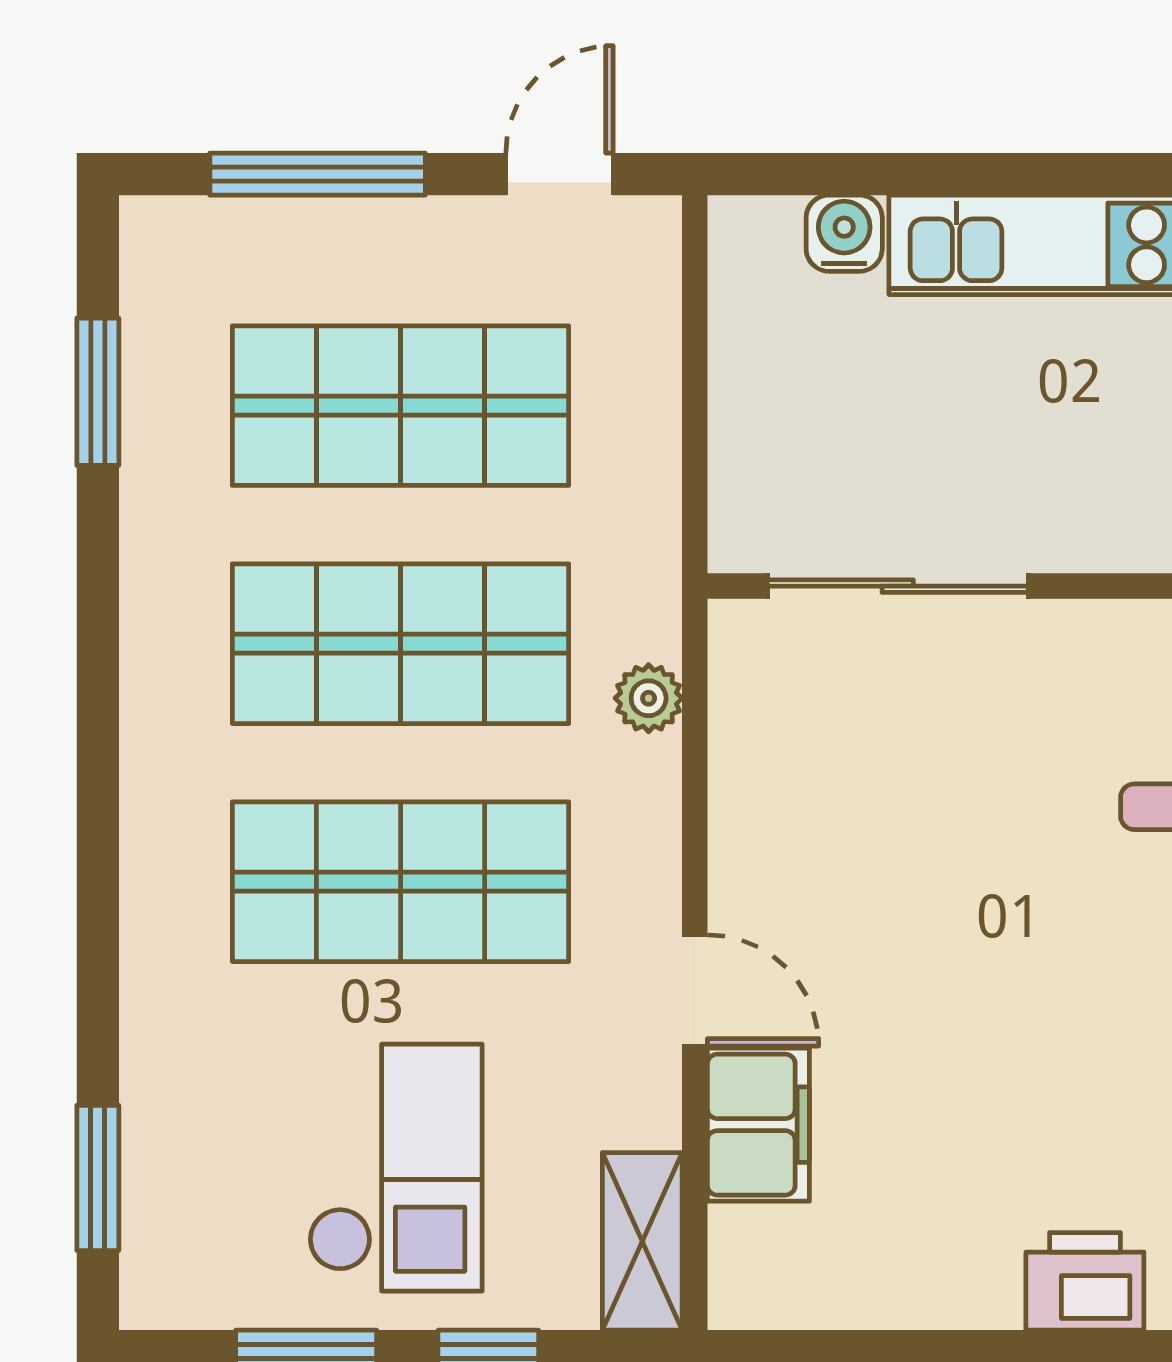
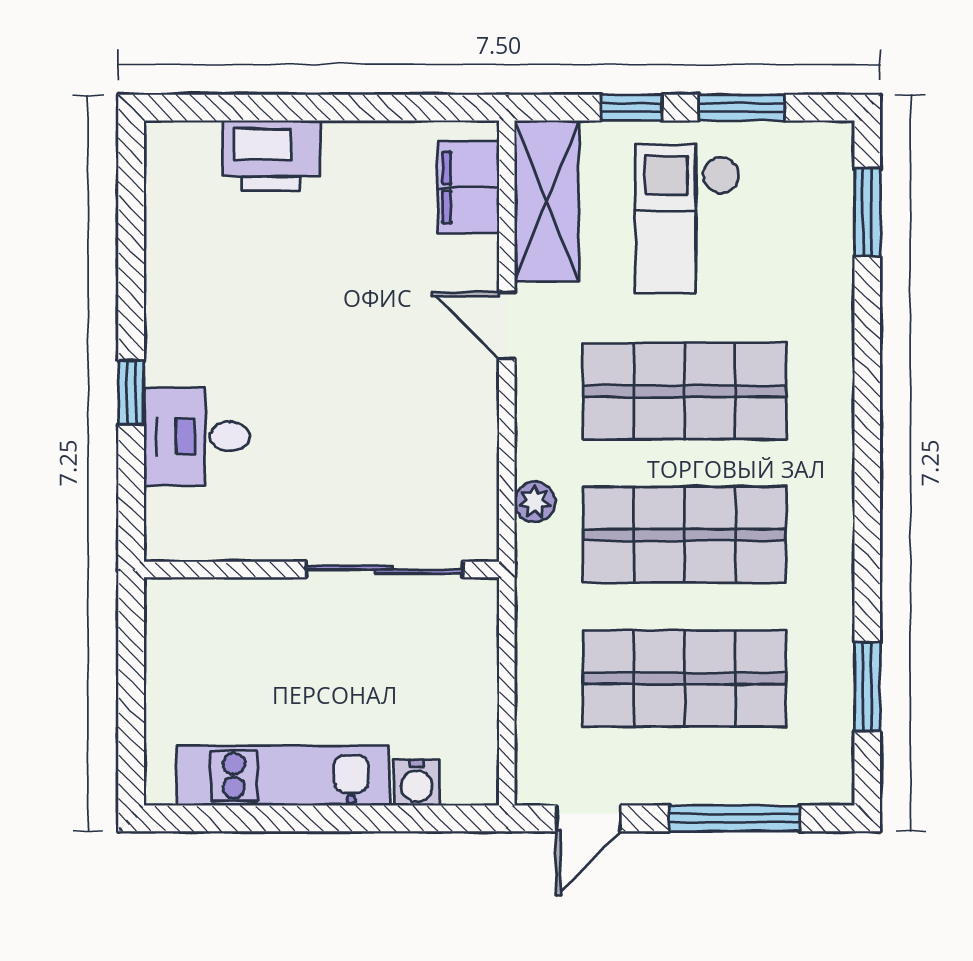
filing cabinet: (758, 1125) -> (468, 187), moved
shelving: (642, 1241) -> (547, 201), width x1.50, depth x1.33
printer: (1085, 1281) -> (271, 155), width x1.37, depth x1.19

